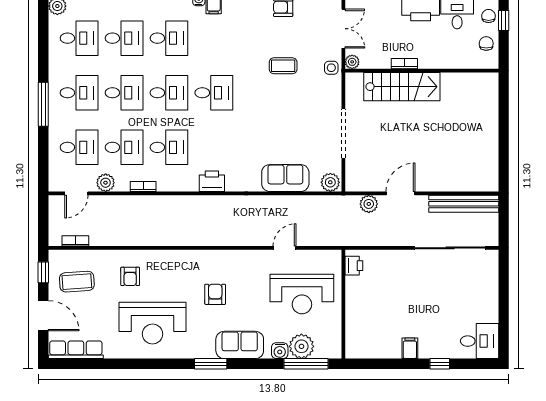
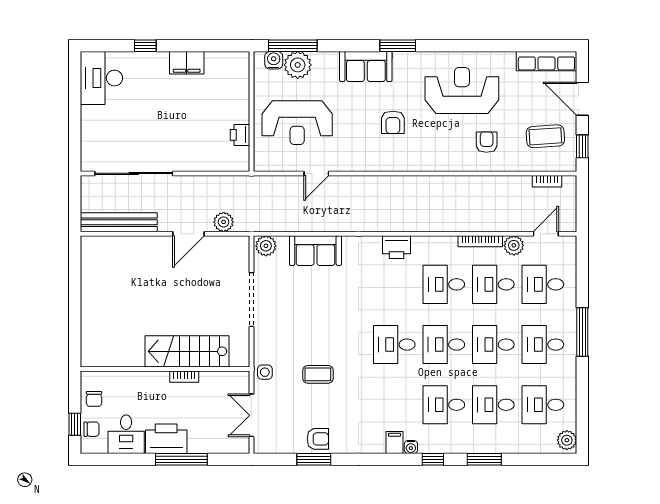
chair: (489, 16) -> (91, 429), turned -90
plant: (352, 62) -> (242, 379), removed
bookcase: (143, 186) -> (480, 241), width x1.56
printer: (354, 266) -> (240, 135), moved
reception desk: (302, 294) -> (297, 123), turned 180
desk: (479, 341) -> (101, 78), width x1.37
filing cabinet: (410, 348) -> (187, 63), width x2.00
water cooler: (280, 351) -> (274, 60), moved

